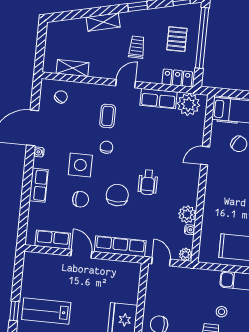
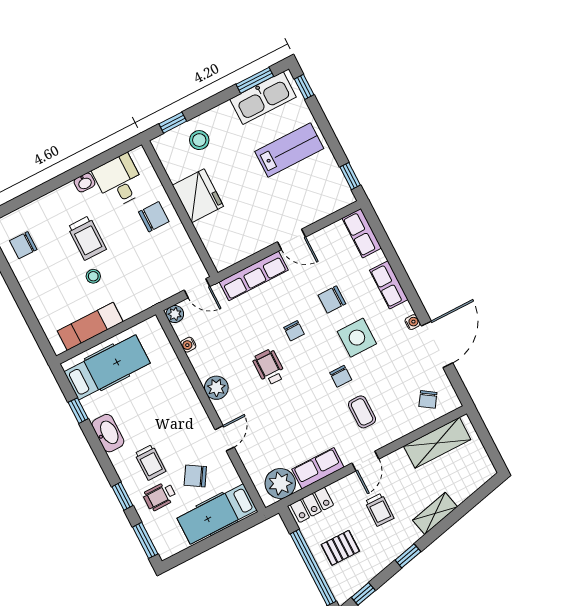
pallet: (177, 39) -> (340, 548), turned 90
shelving: (73, 68) -> (437, 443), width x1.50, depth x1.33
chair: (117, 195) -> (294, 331), width x0.54, depth x0.54
plant: (187, 214) -> (216, 388), moved
row of seats: (53, 240) -> (362, 233), moved, turned 90
window: (14, 311) -> (350, 176), moved

